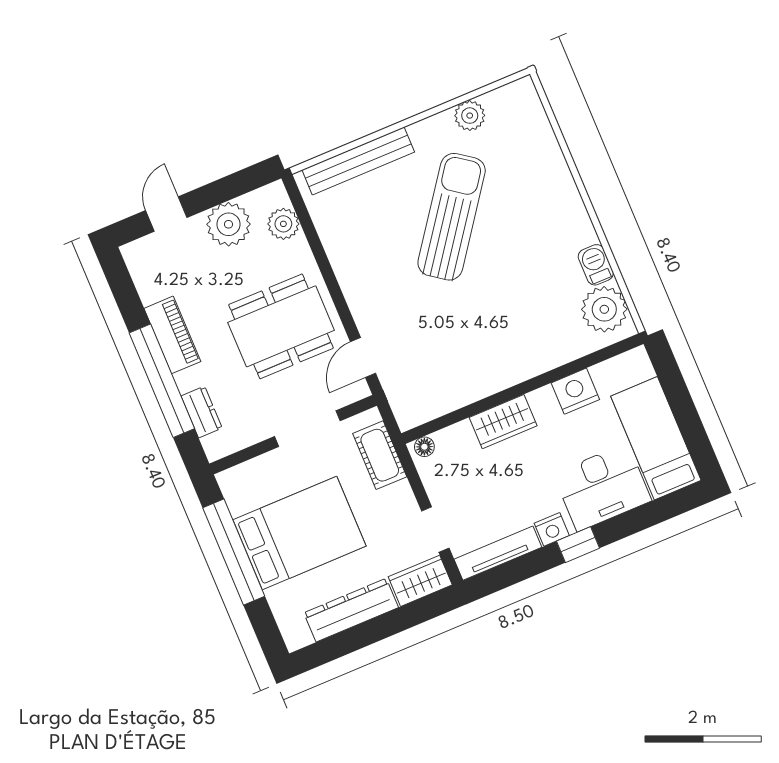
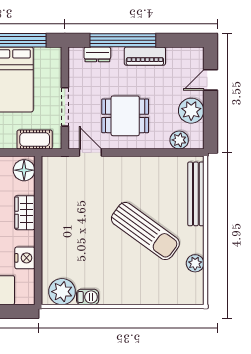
door: (166, 214) -> (211, 80), swing flipped
dining table: (281, 326) -> (125, 116), width x0.73
floor lamp: (424, 447) -> (24, 170), width x1.89, depth x1.89

